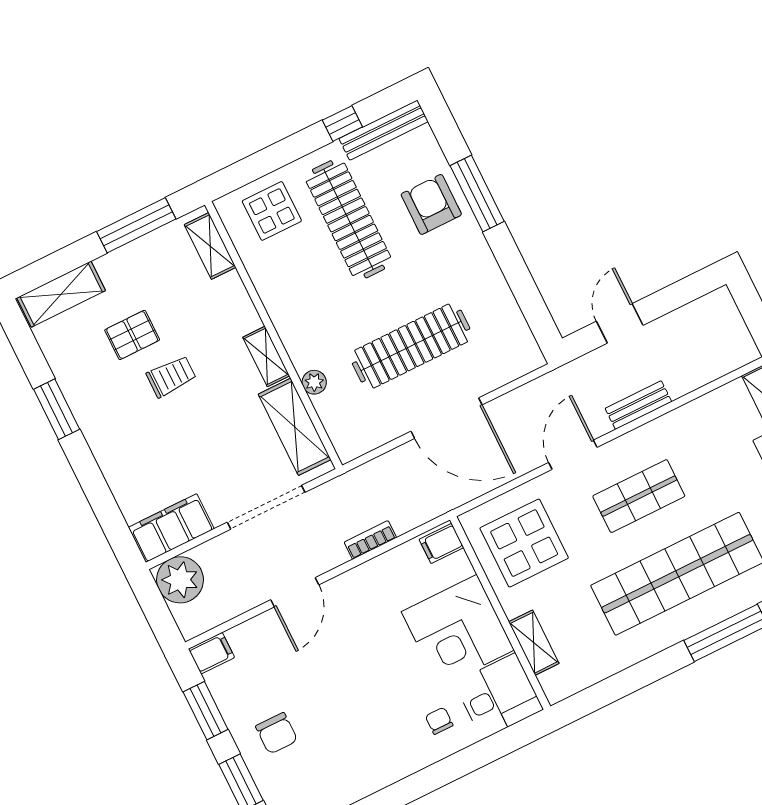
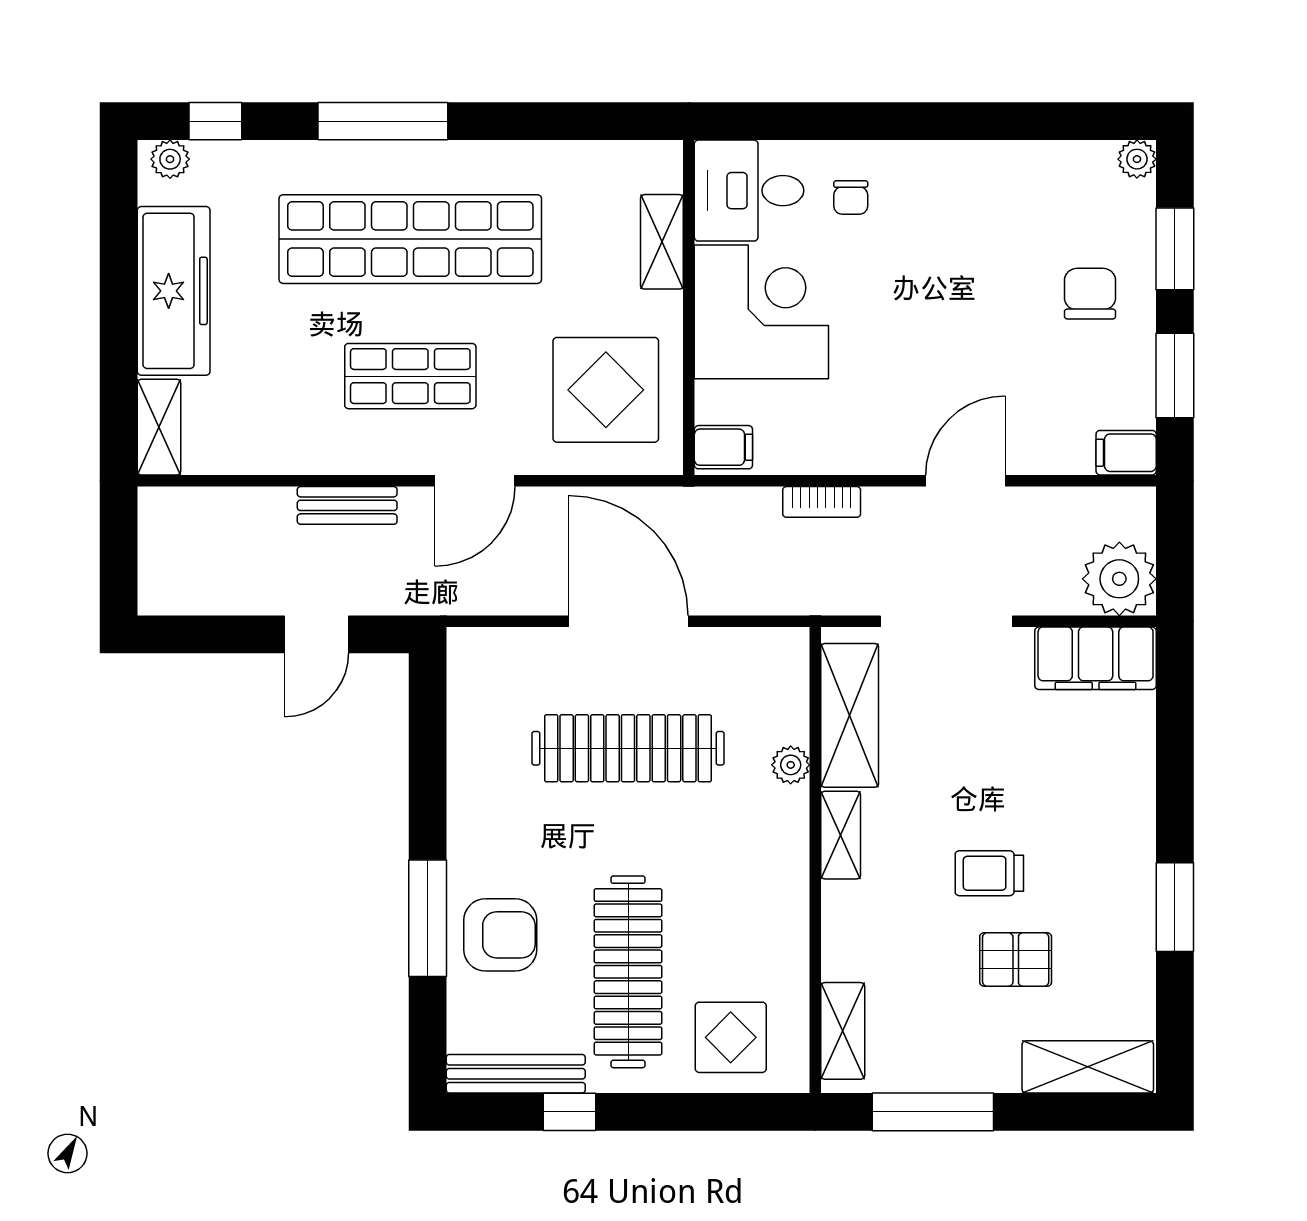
armchair: (431, 204) -> (500, 935), turned -90

